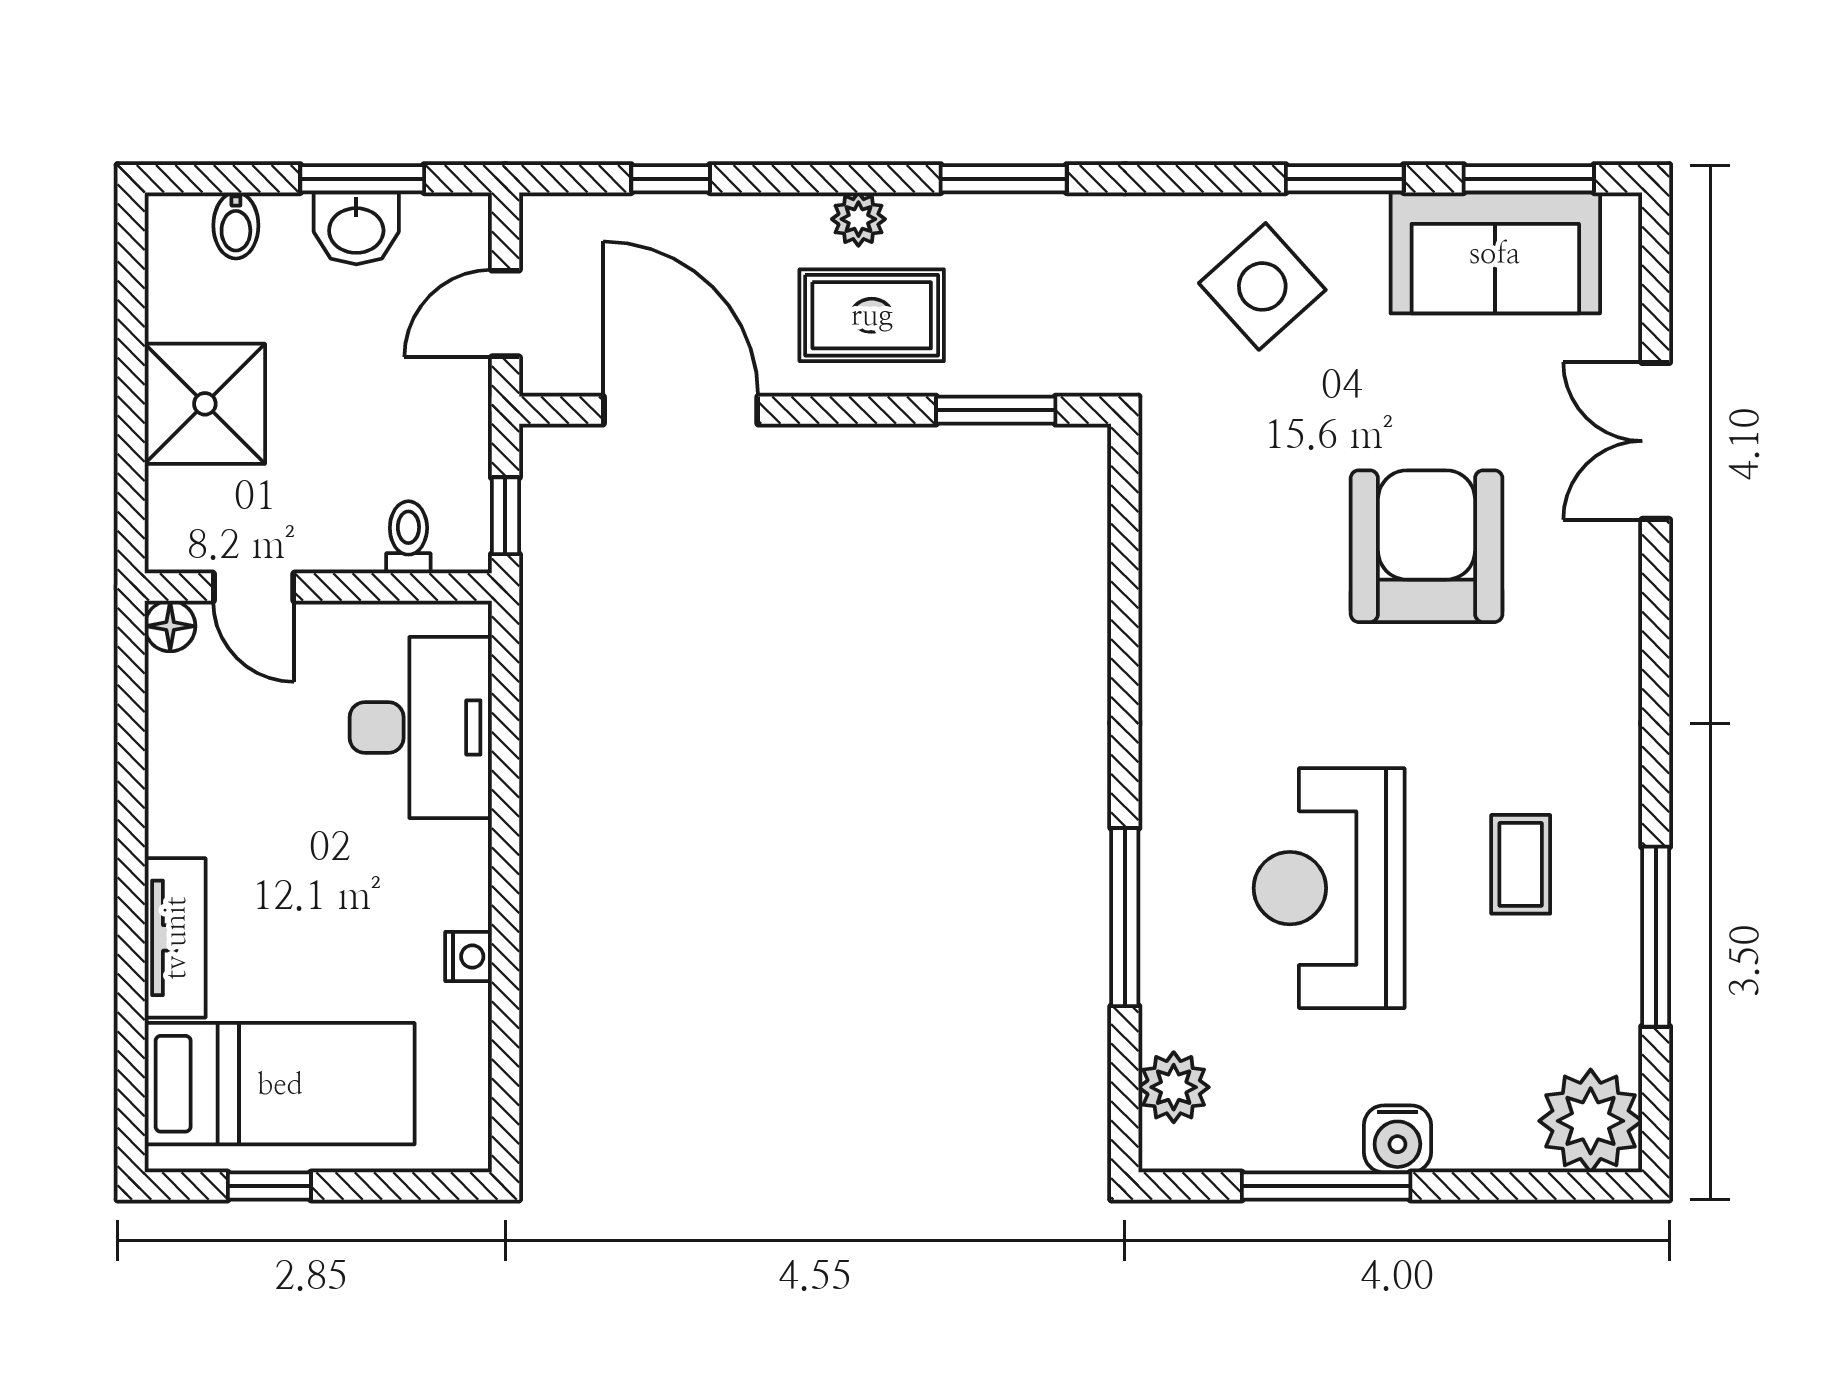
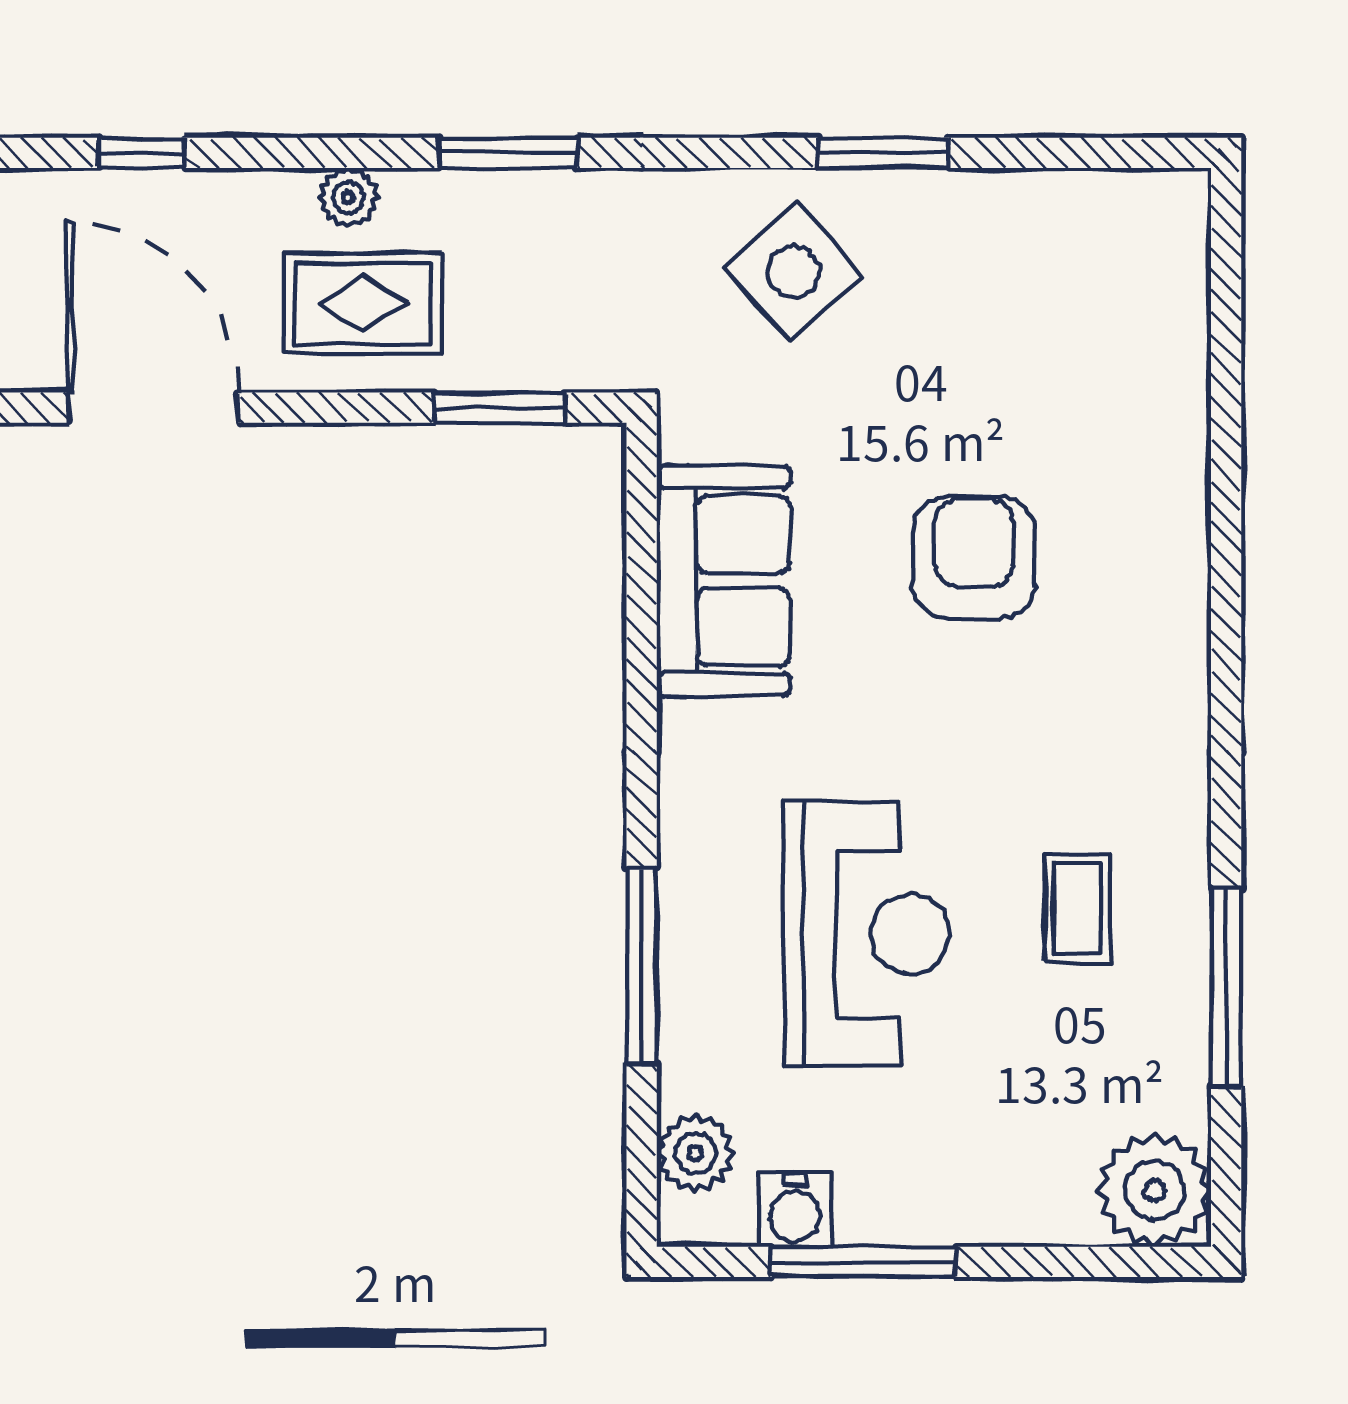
window: (1529, 179) -> (1087, 153), removed
sofa: (1495, 253) -> (723, 581), moved, turned -90
double door: (1656, 441) -> (1226, 442), removed
armchair: (1427, 546) -> (974, 558), width x0.73, depth x0.73
reception desk: (1329, 888) -> (867, 934), turned 180
water cooler: (1397, 1139) -> (795, 1210), moved

